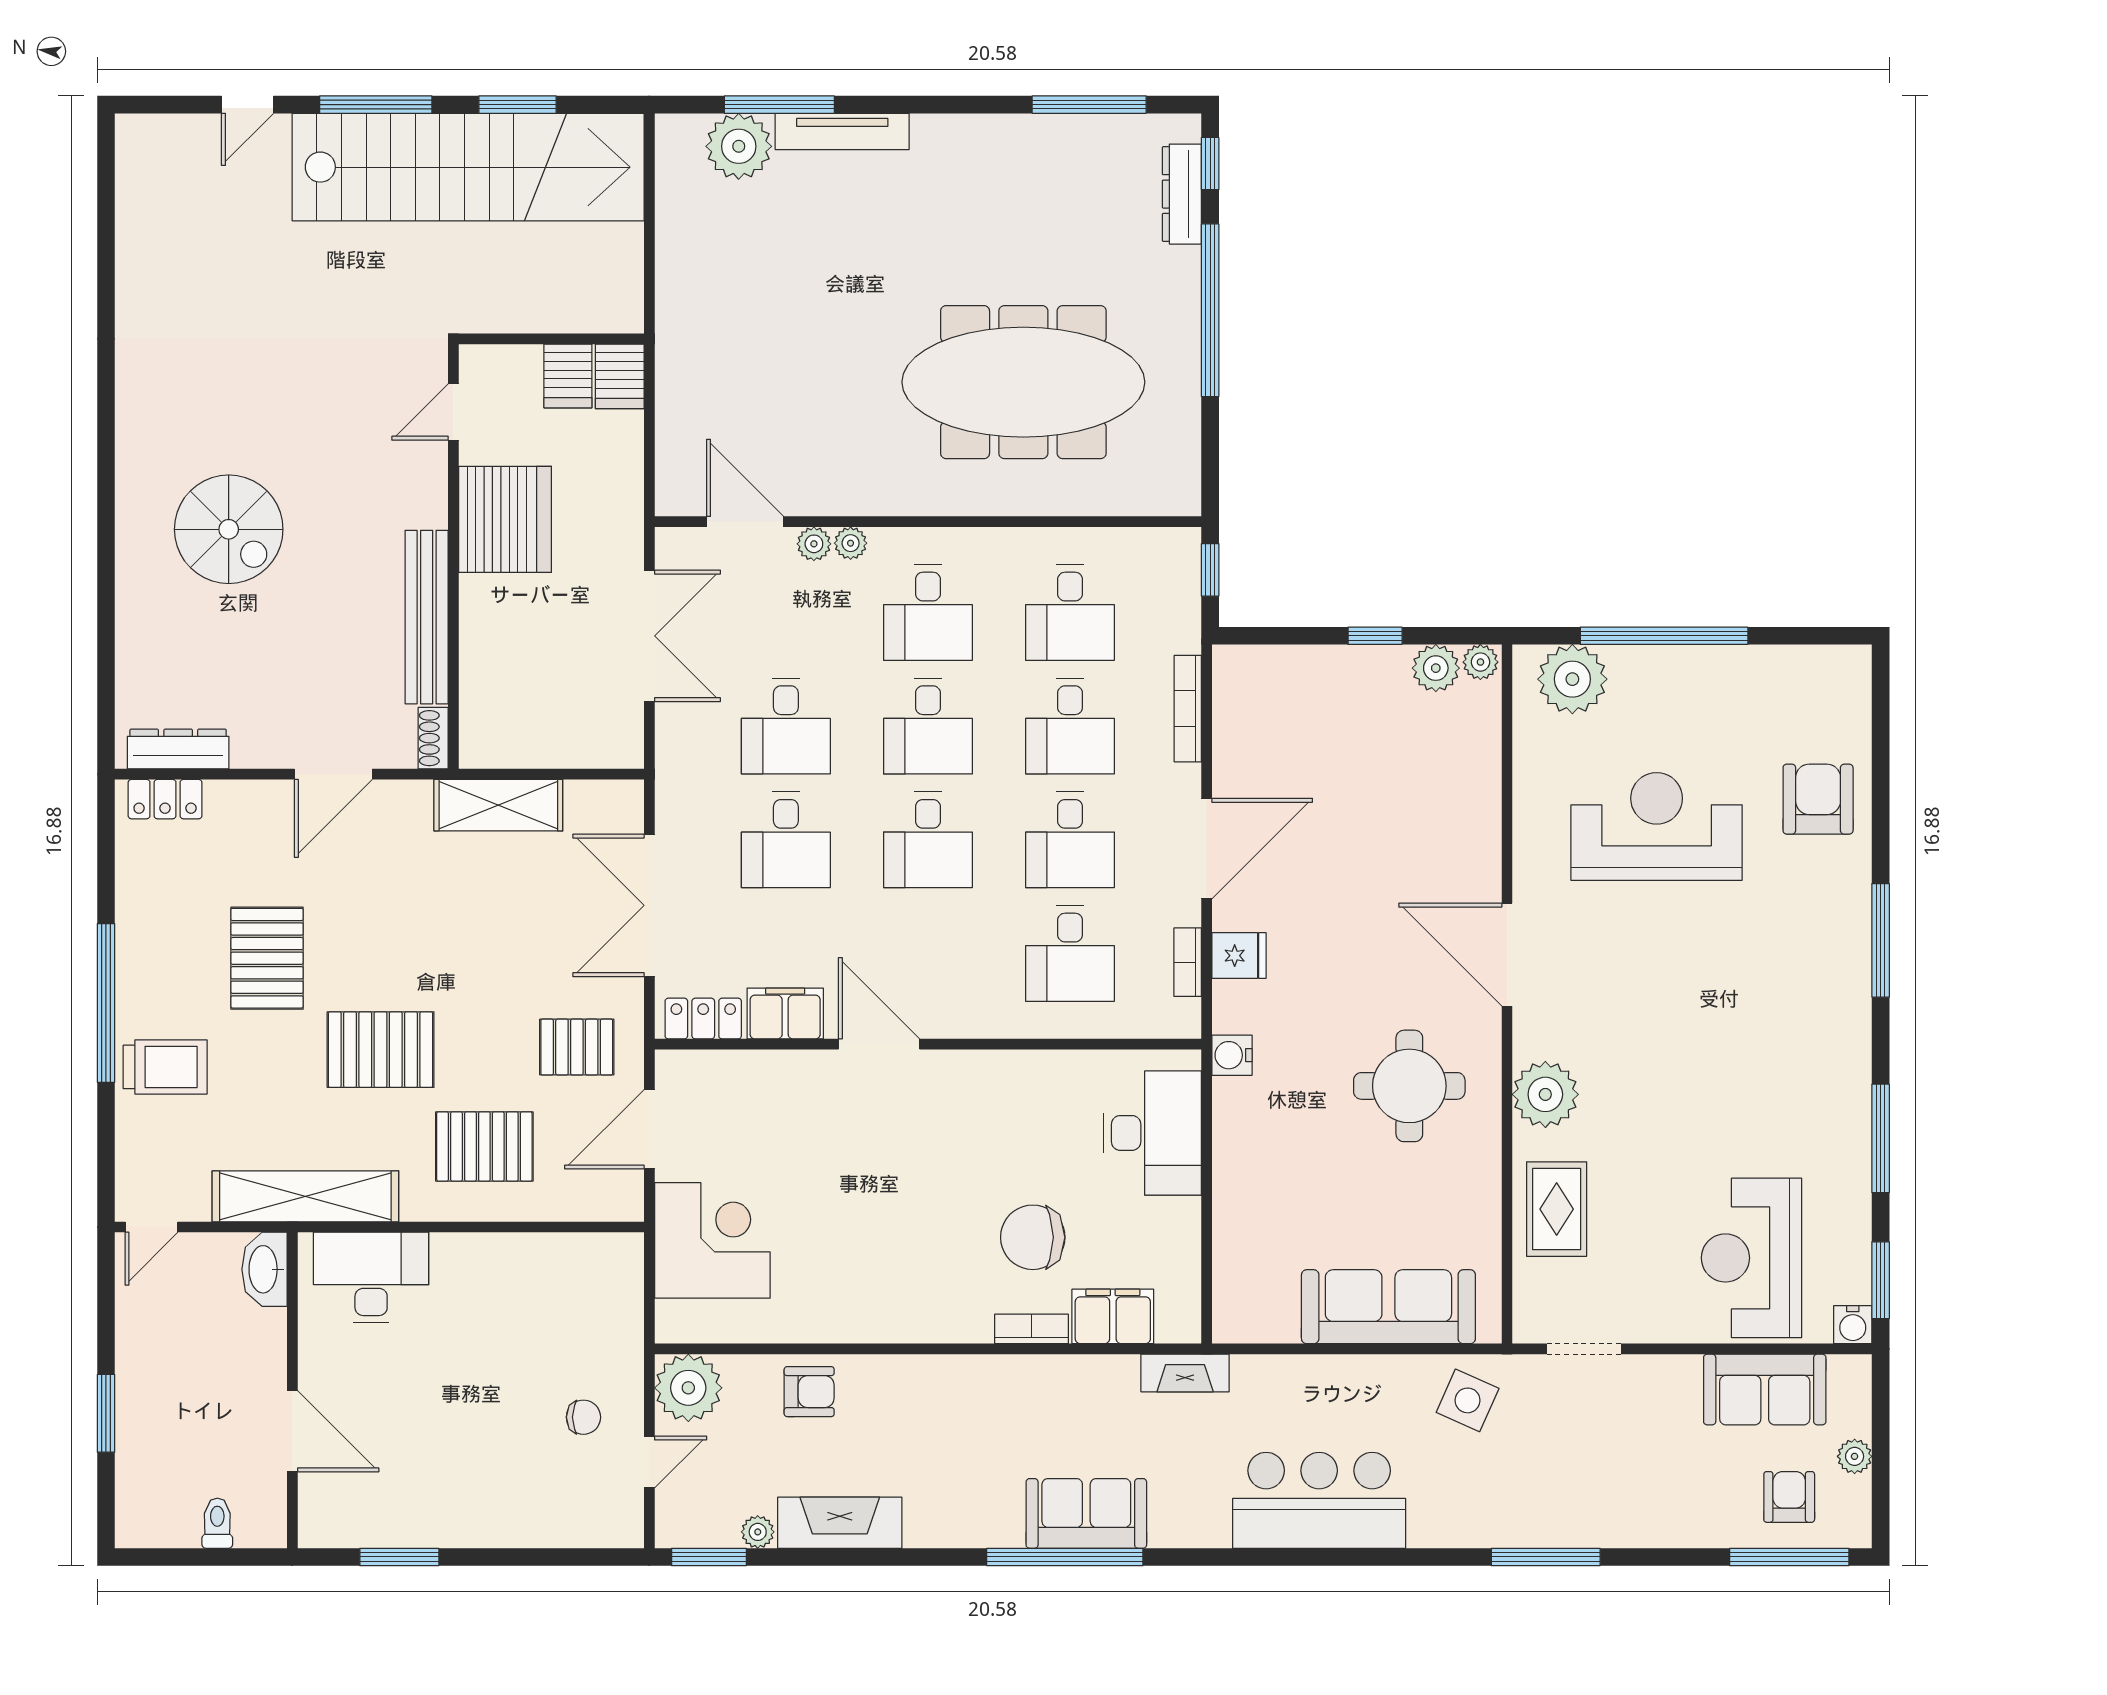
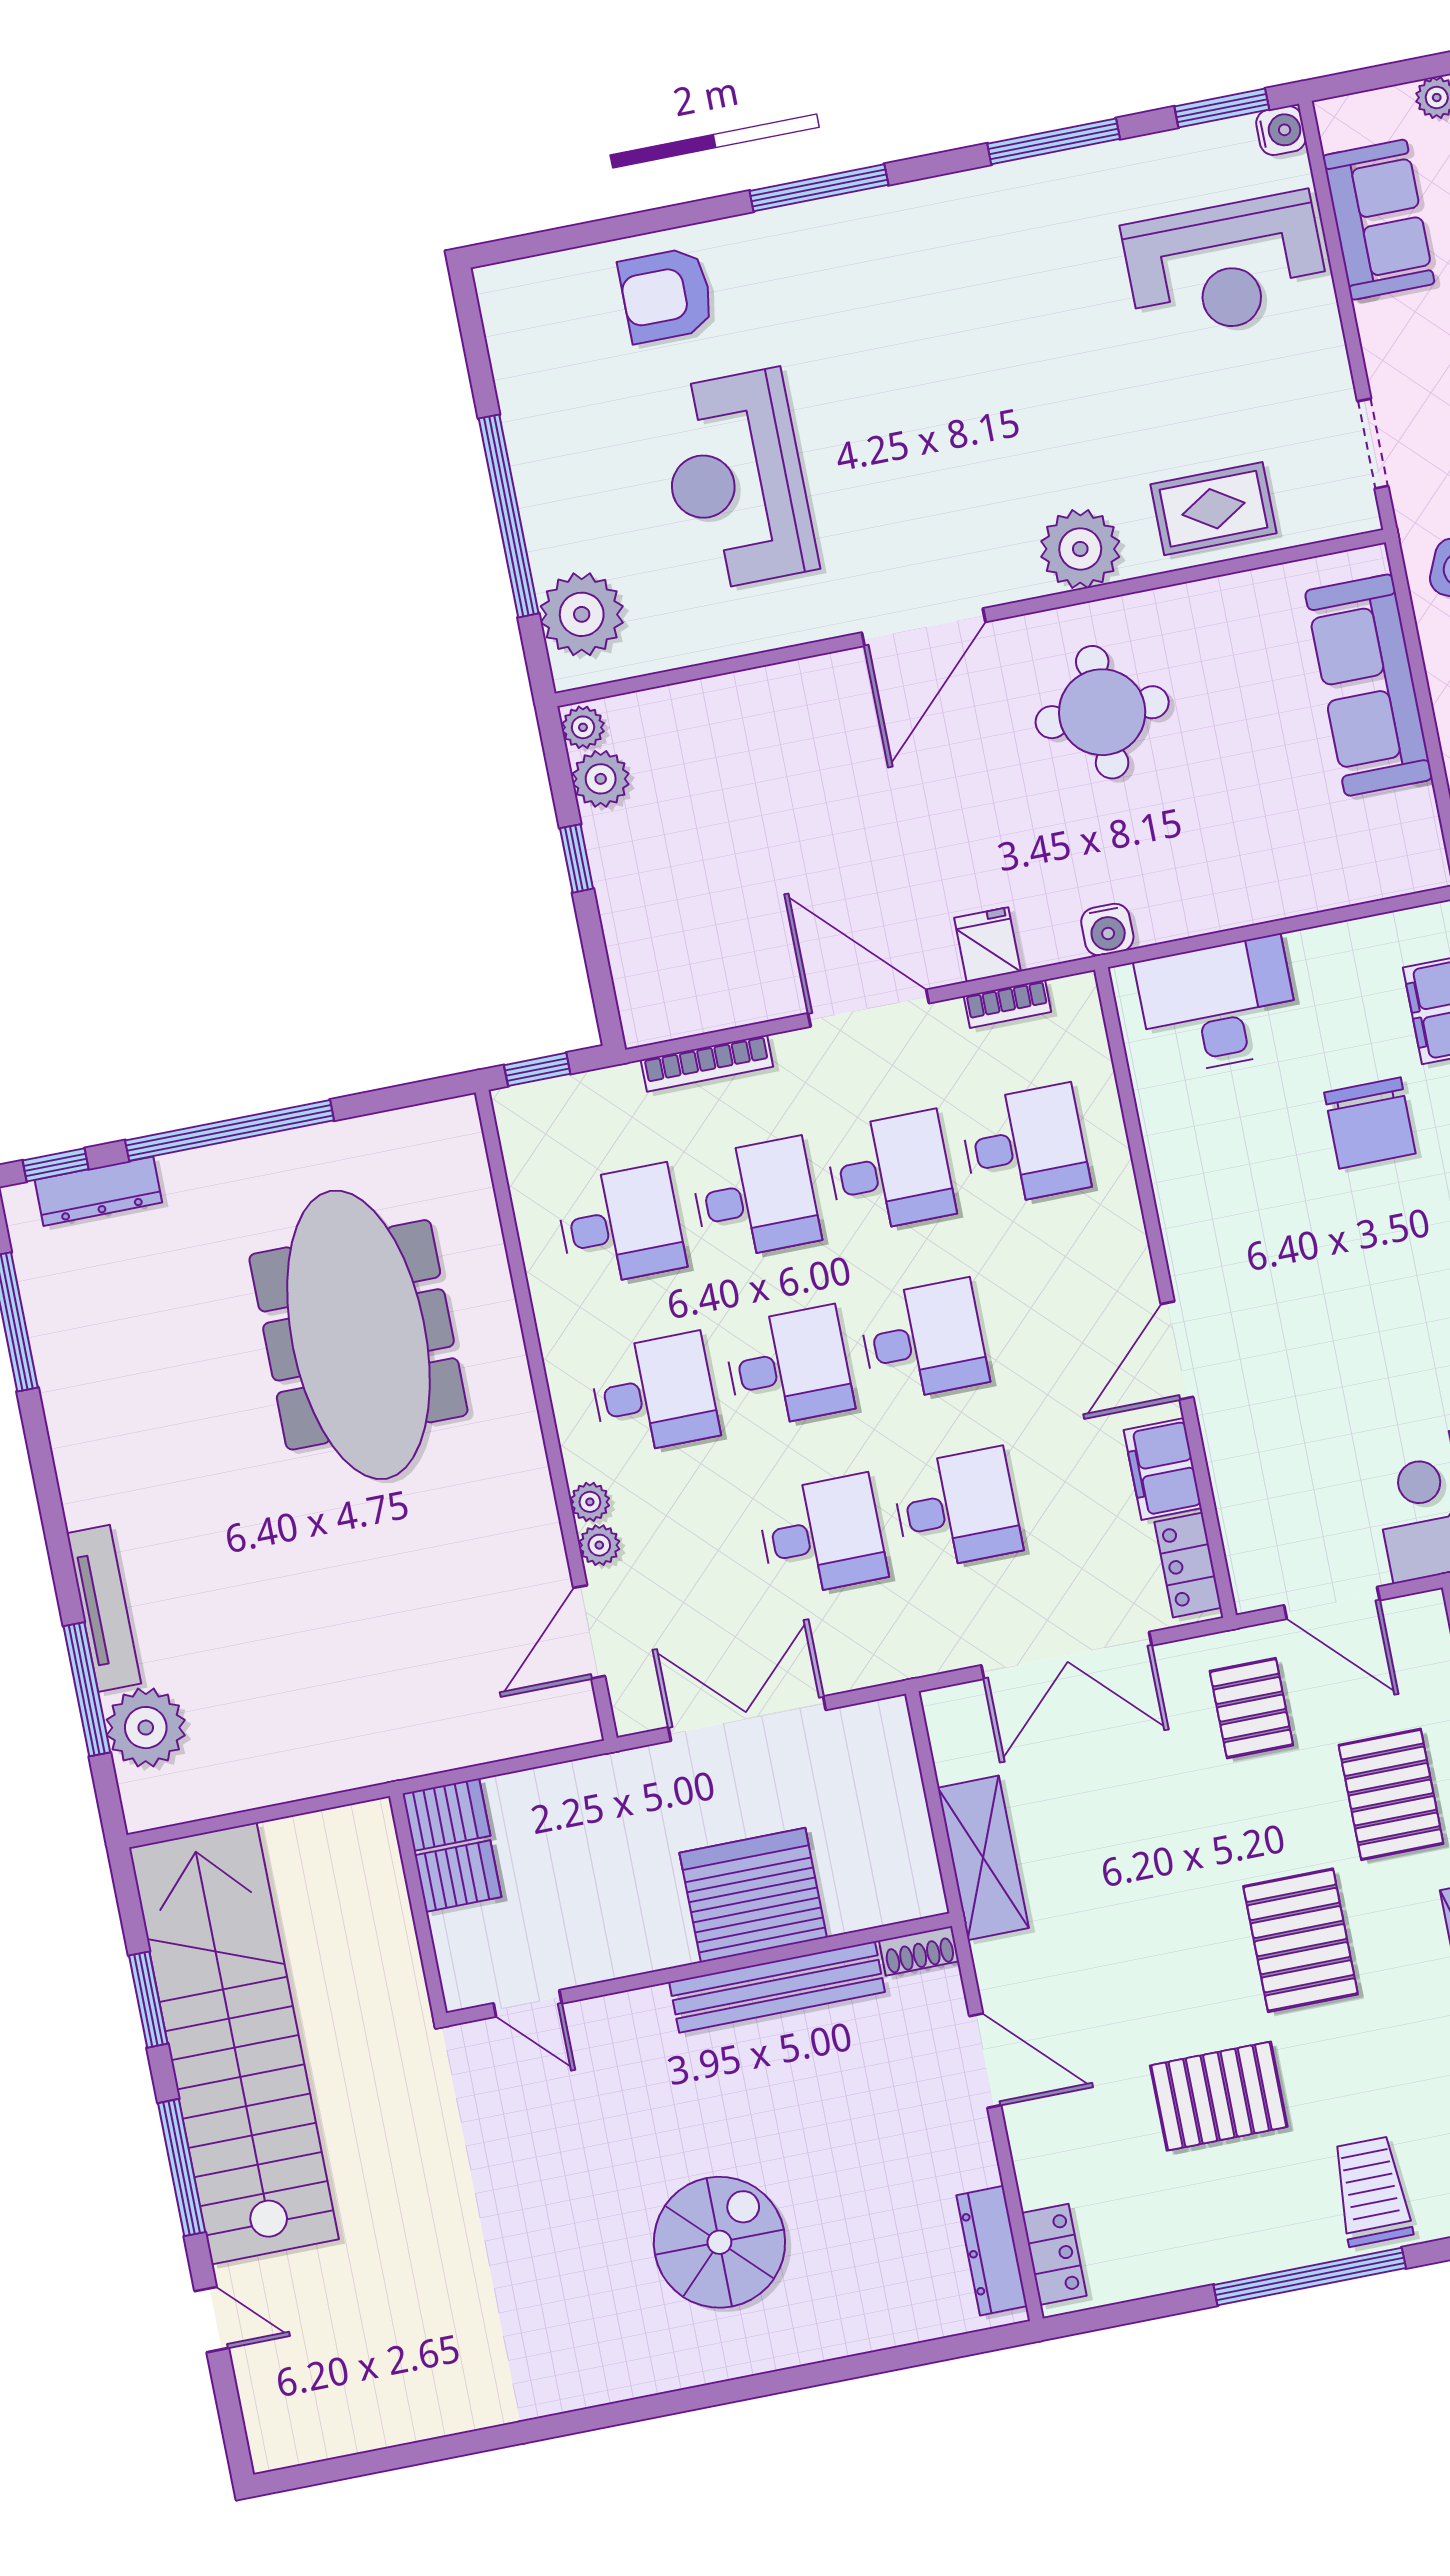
server rack: (505, 519) -> (753, 1895), moved

